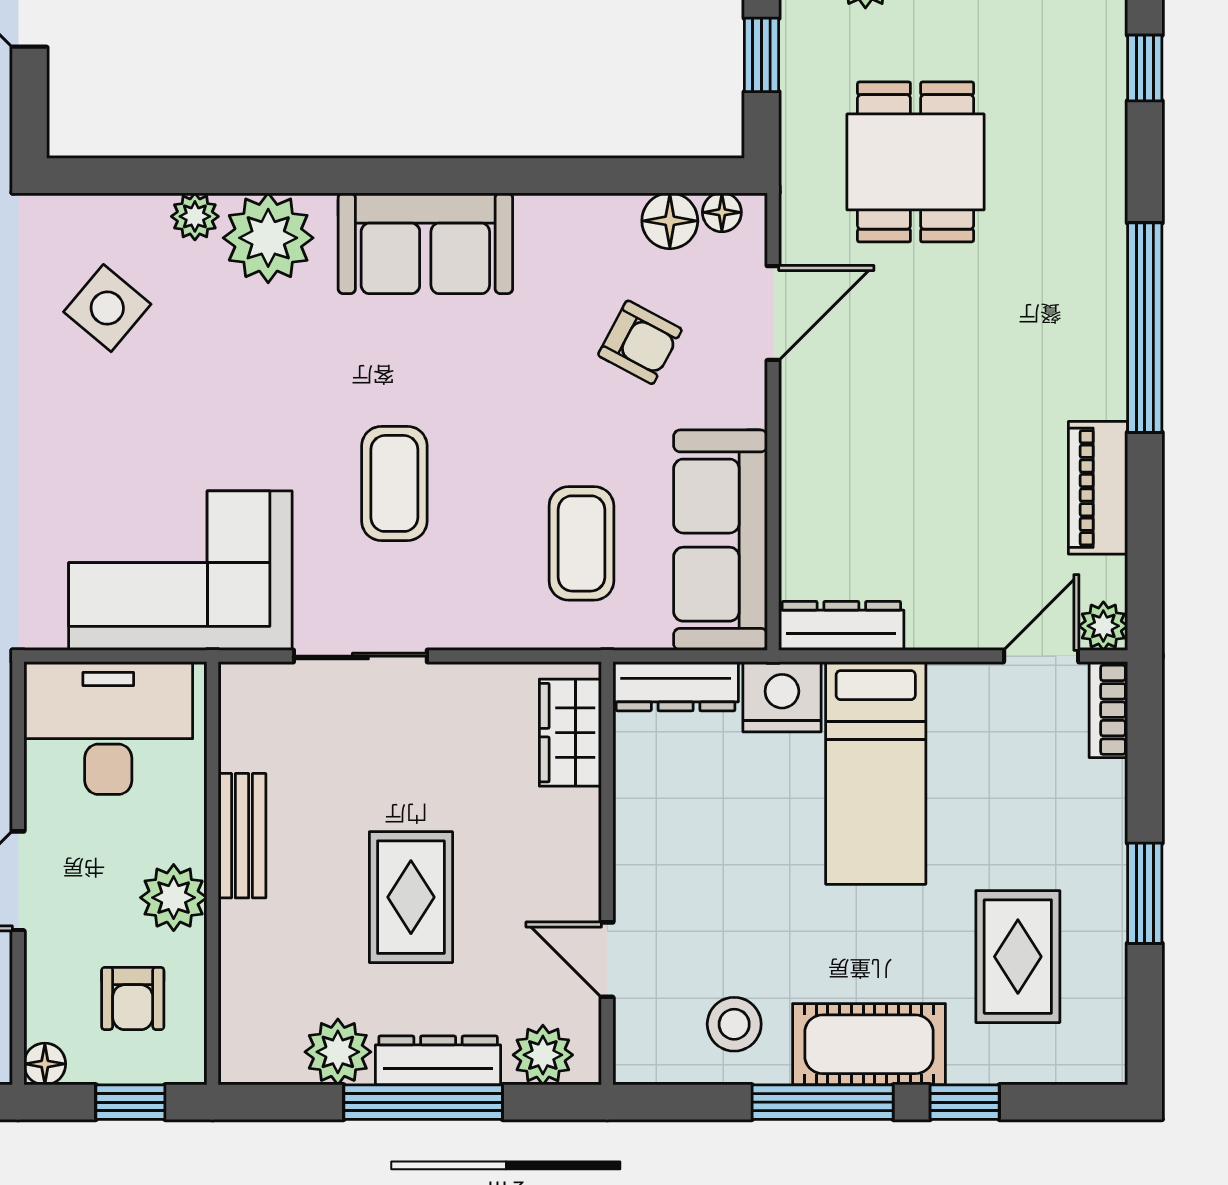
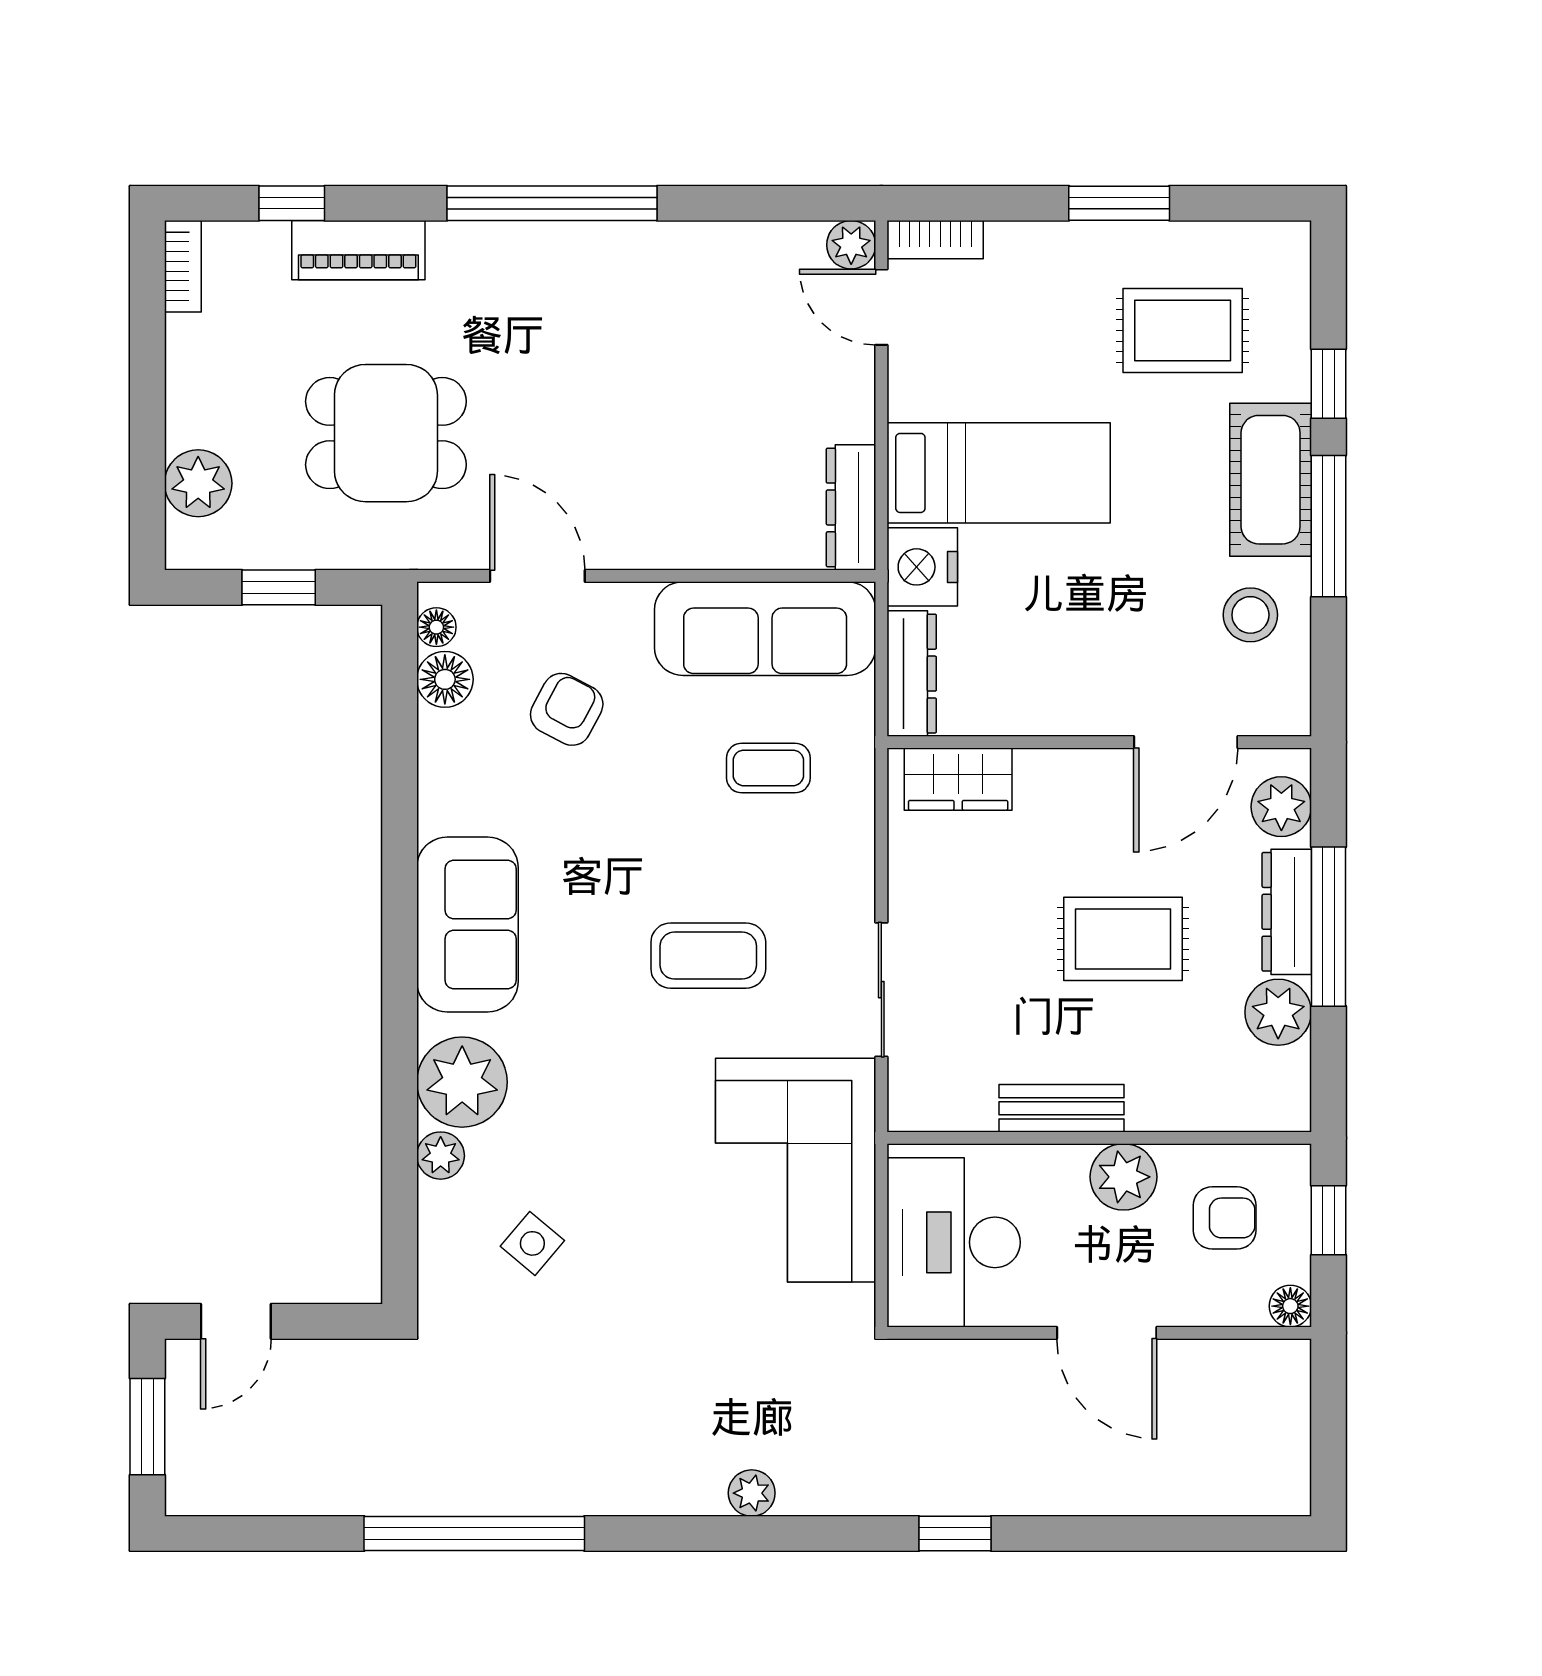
side table: (107, 308) -> (532, 1243), width x0.73, depth x0.73
piano: (1098, 488) -> (358, 250), moved
coffee table: (581, 543) -> (768, 768), width x0.73, depth x0.77
door: (607, 960) -> (1186, 742), width x1.38

